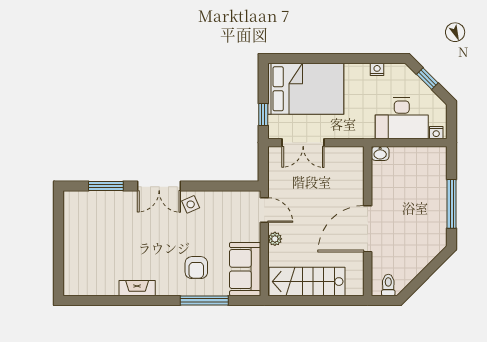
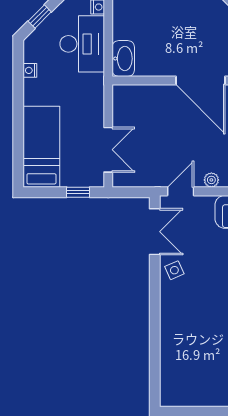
bed: (306, 89) -> (41, 147), width x0.67
washbasin: (380, 153) -> (123, 59), width x1.91, depth x1.45
window: (106, 186) -> (155, 361), removed
double door: (159, 186) -> (155, 232), moved

